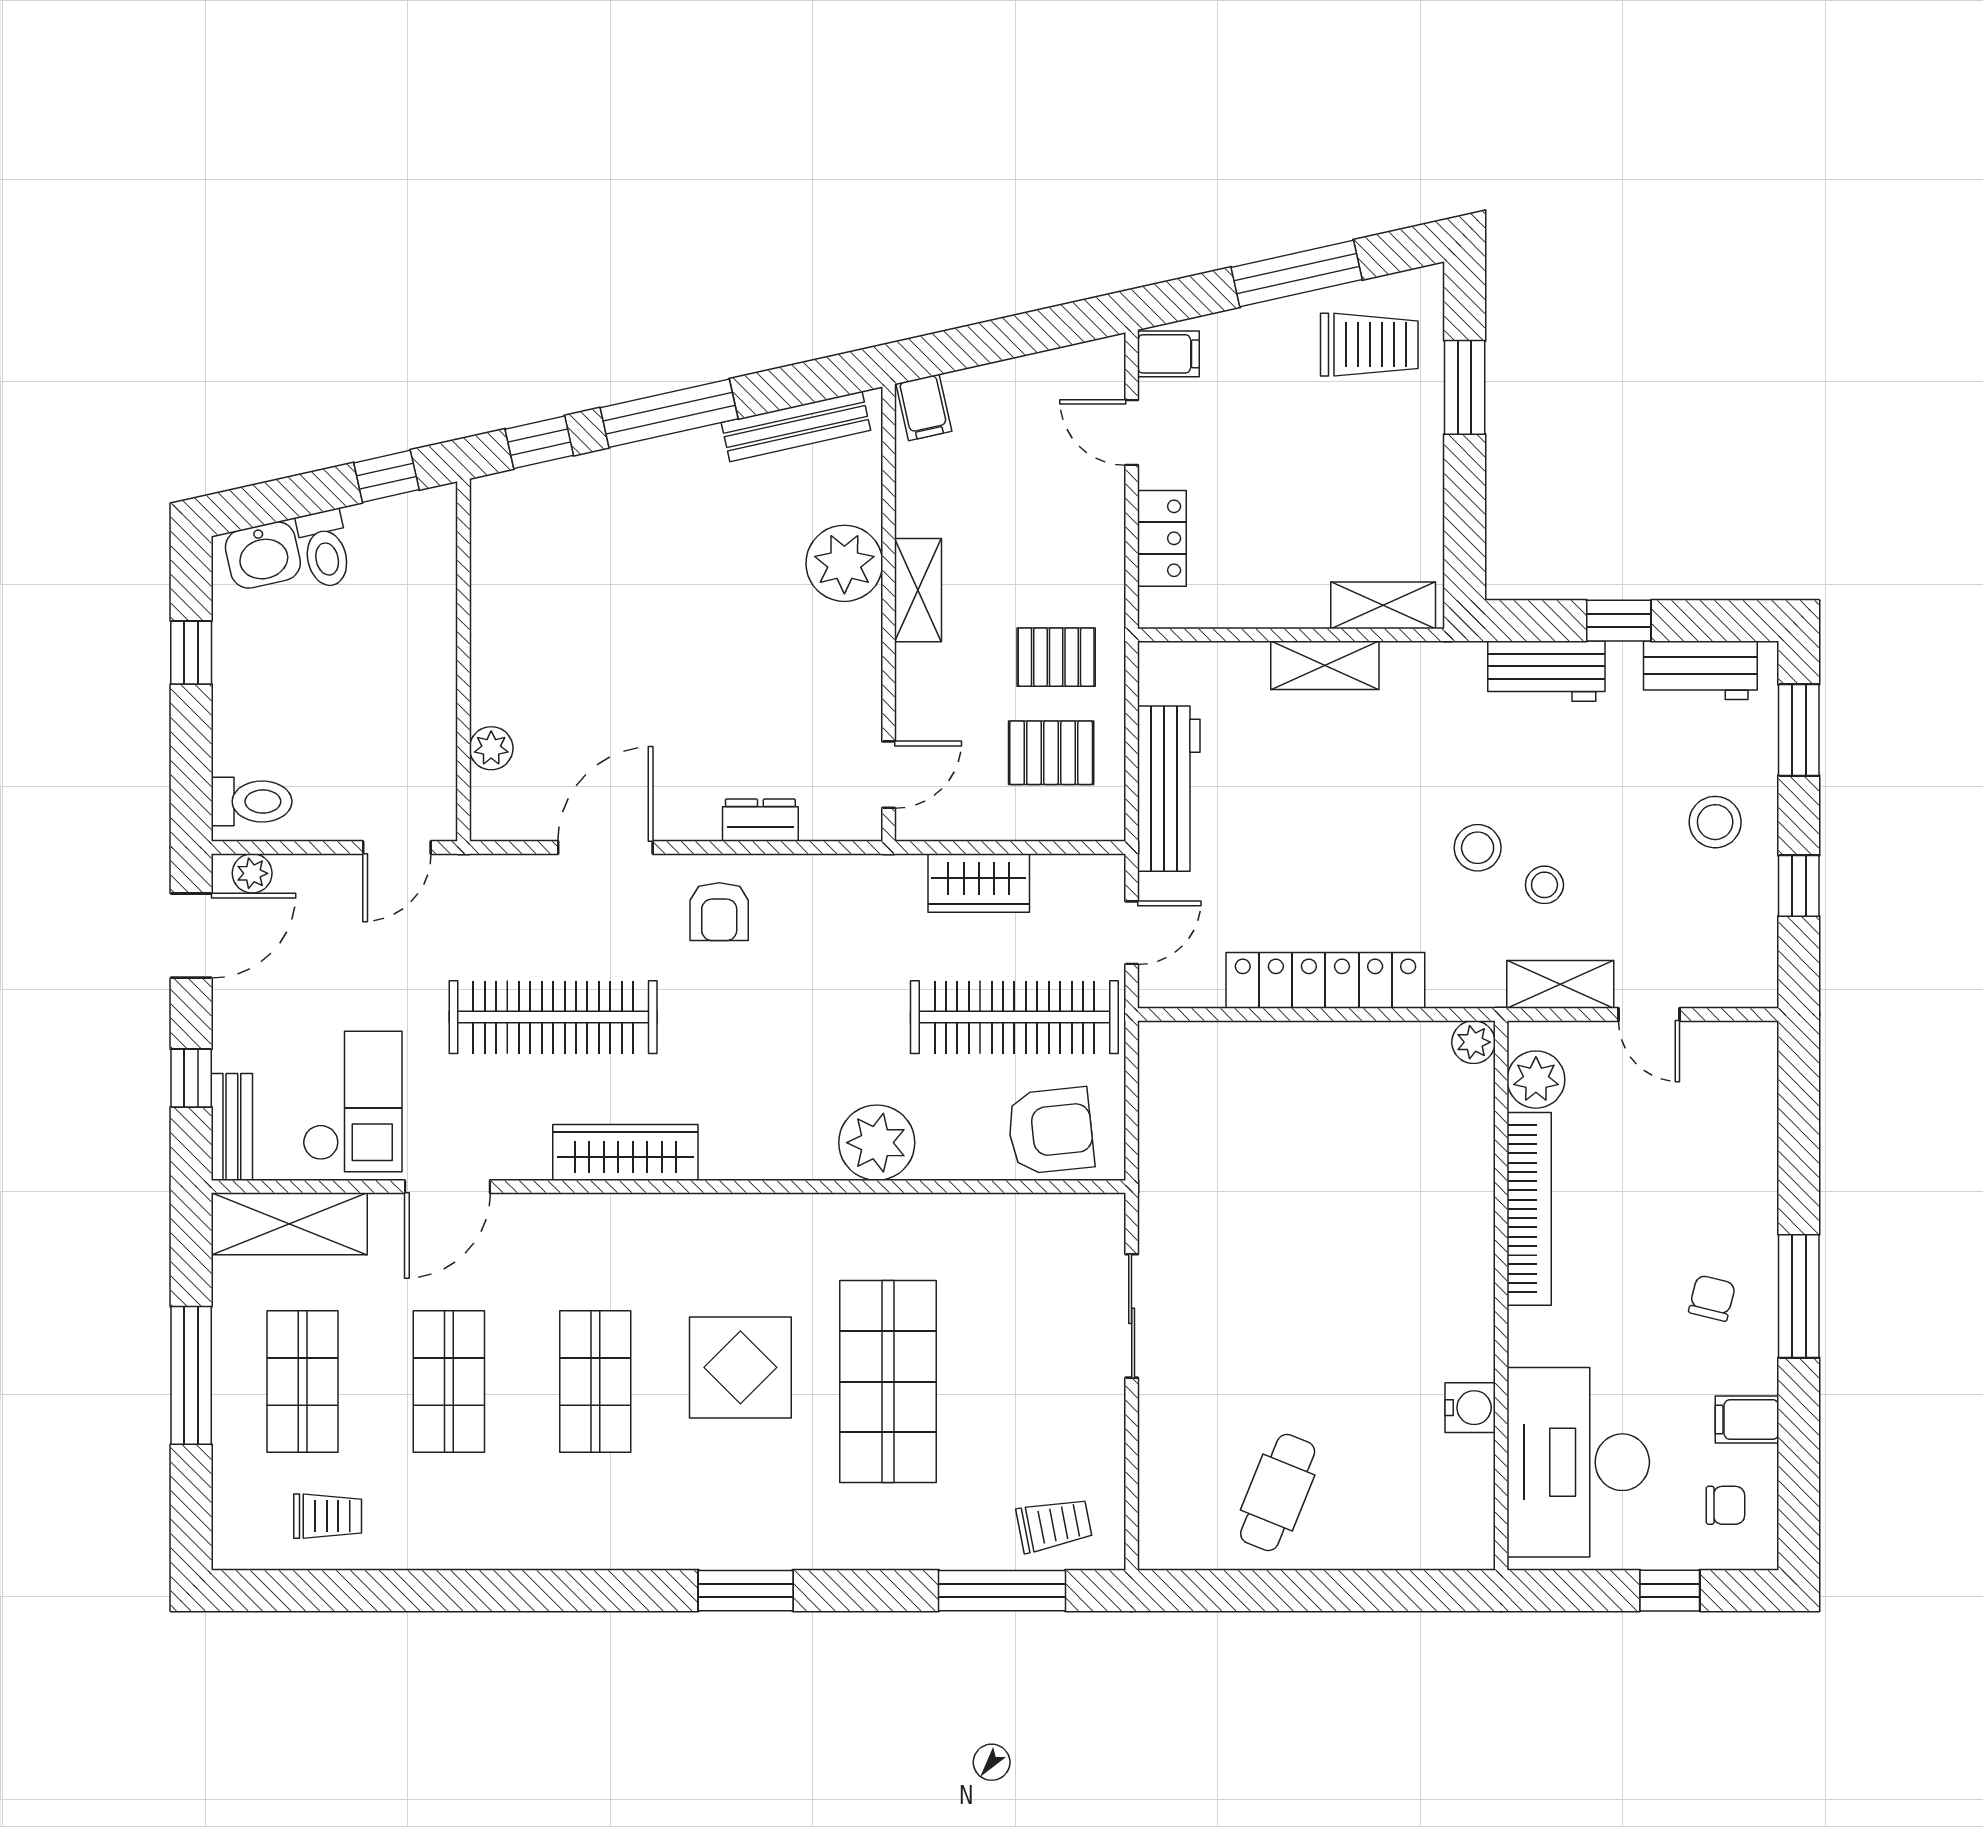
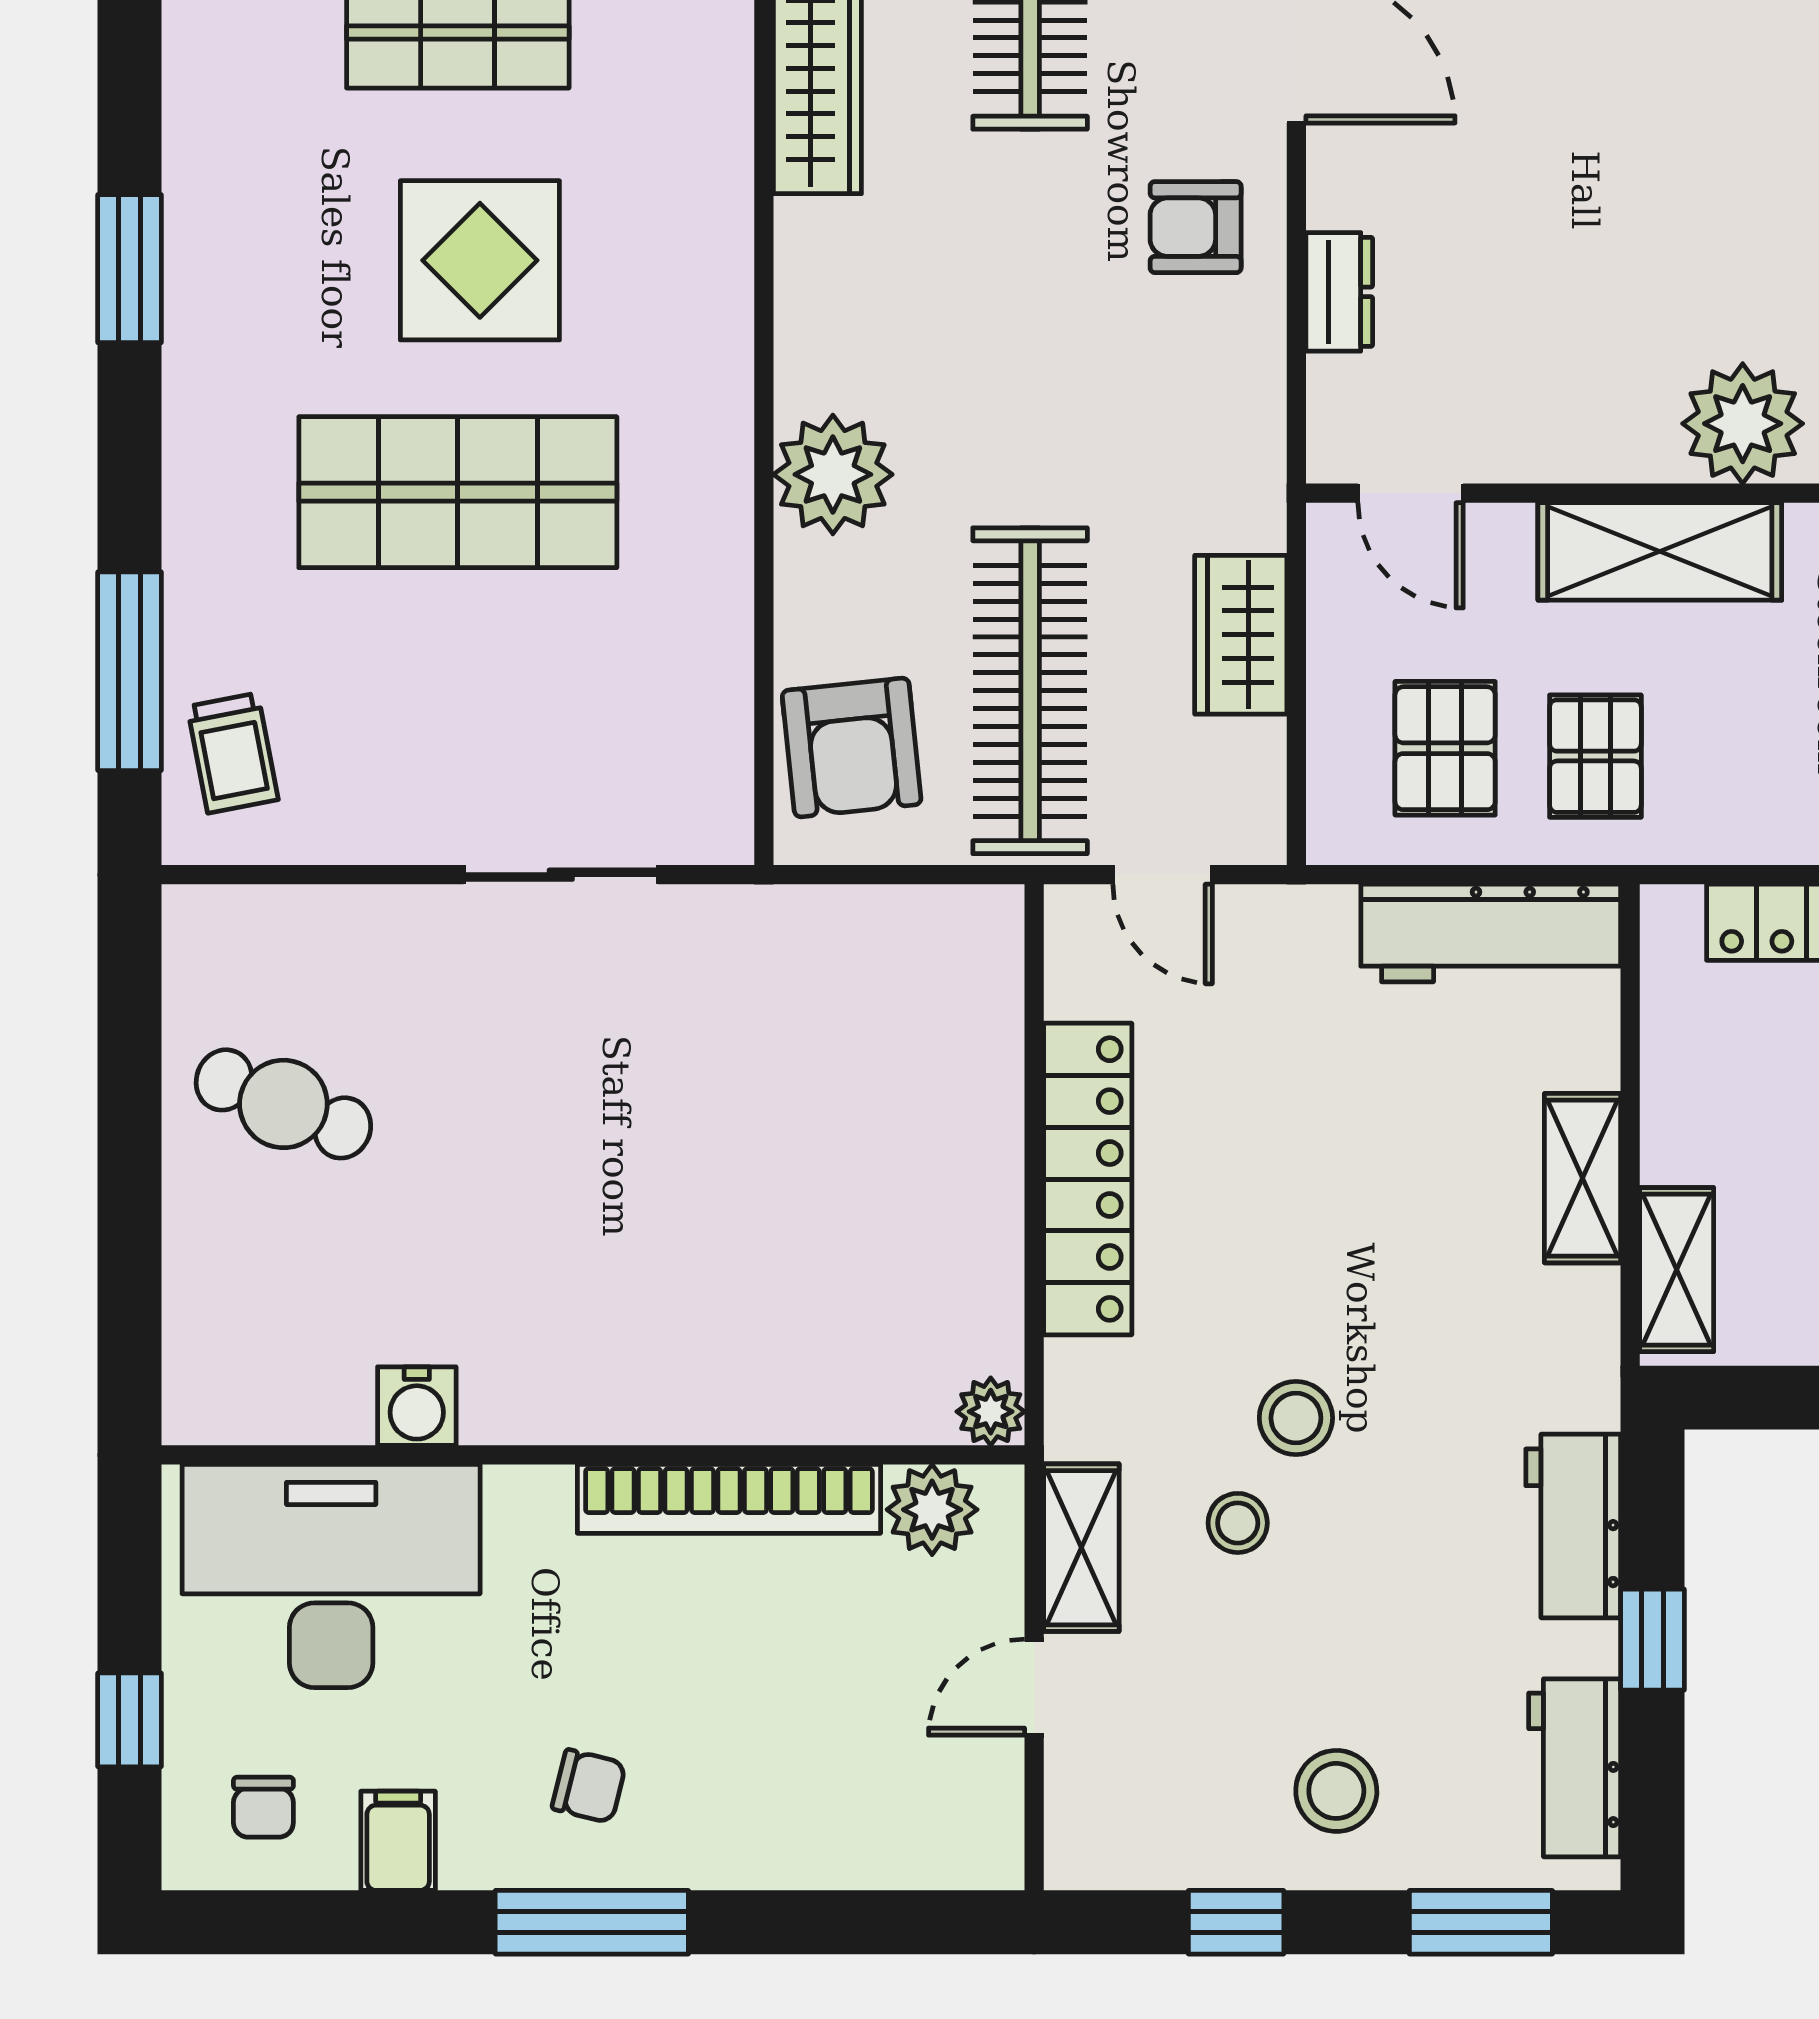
shelving: (918, 590) -> (1660, 551), width x1.50, depth x1.33
workbench: (1169, 789) -> (1491, 933), moved

